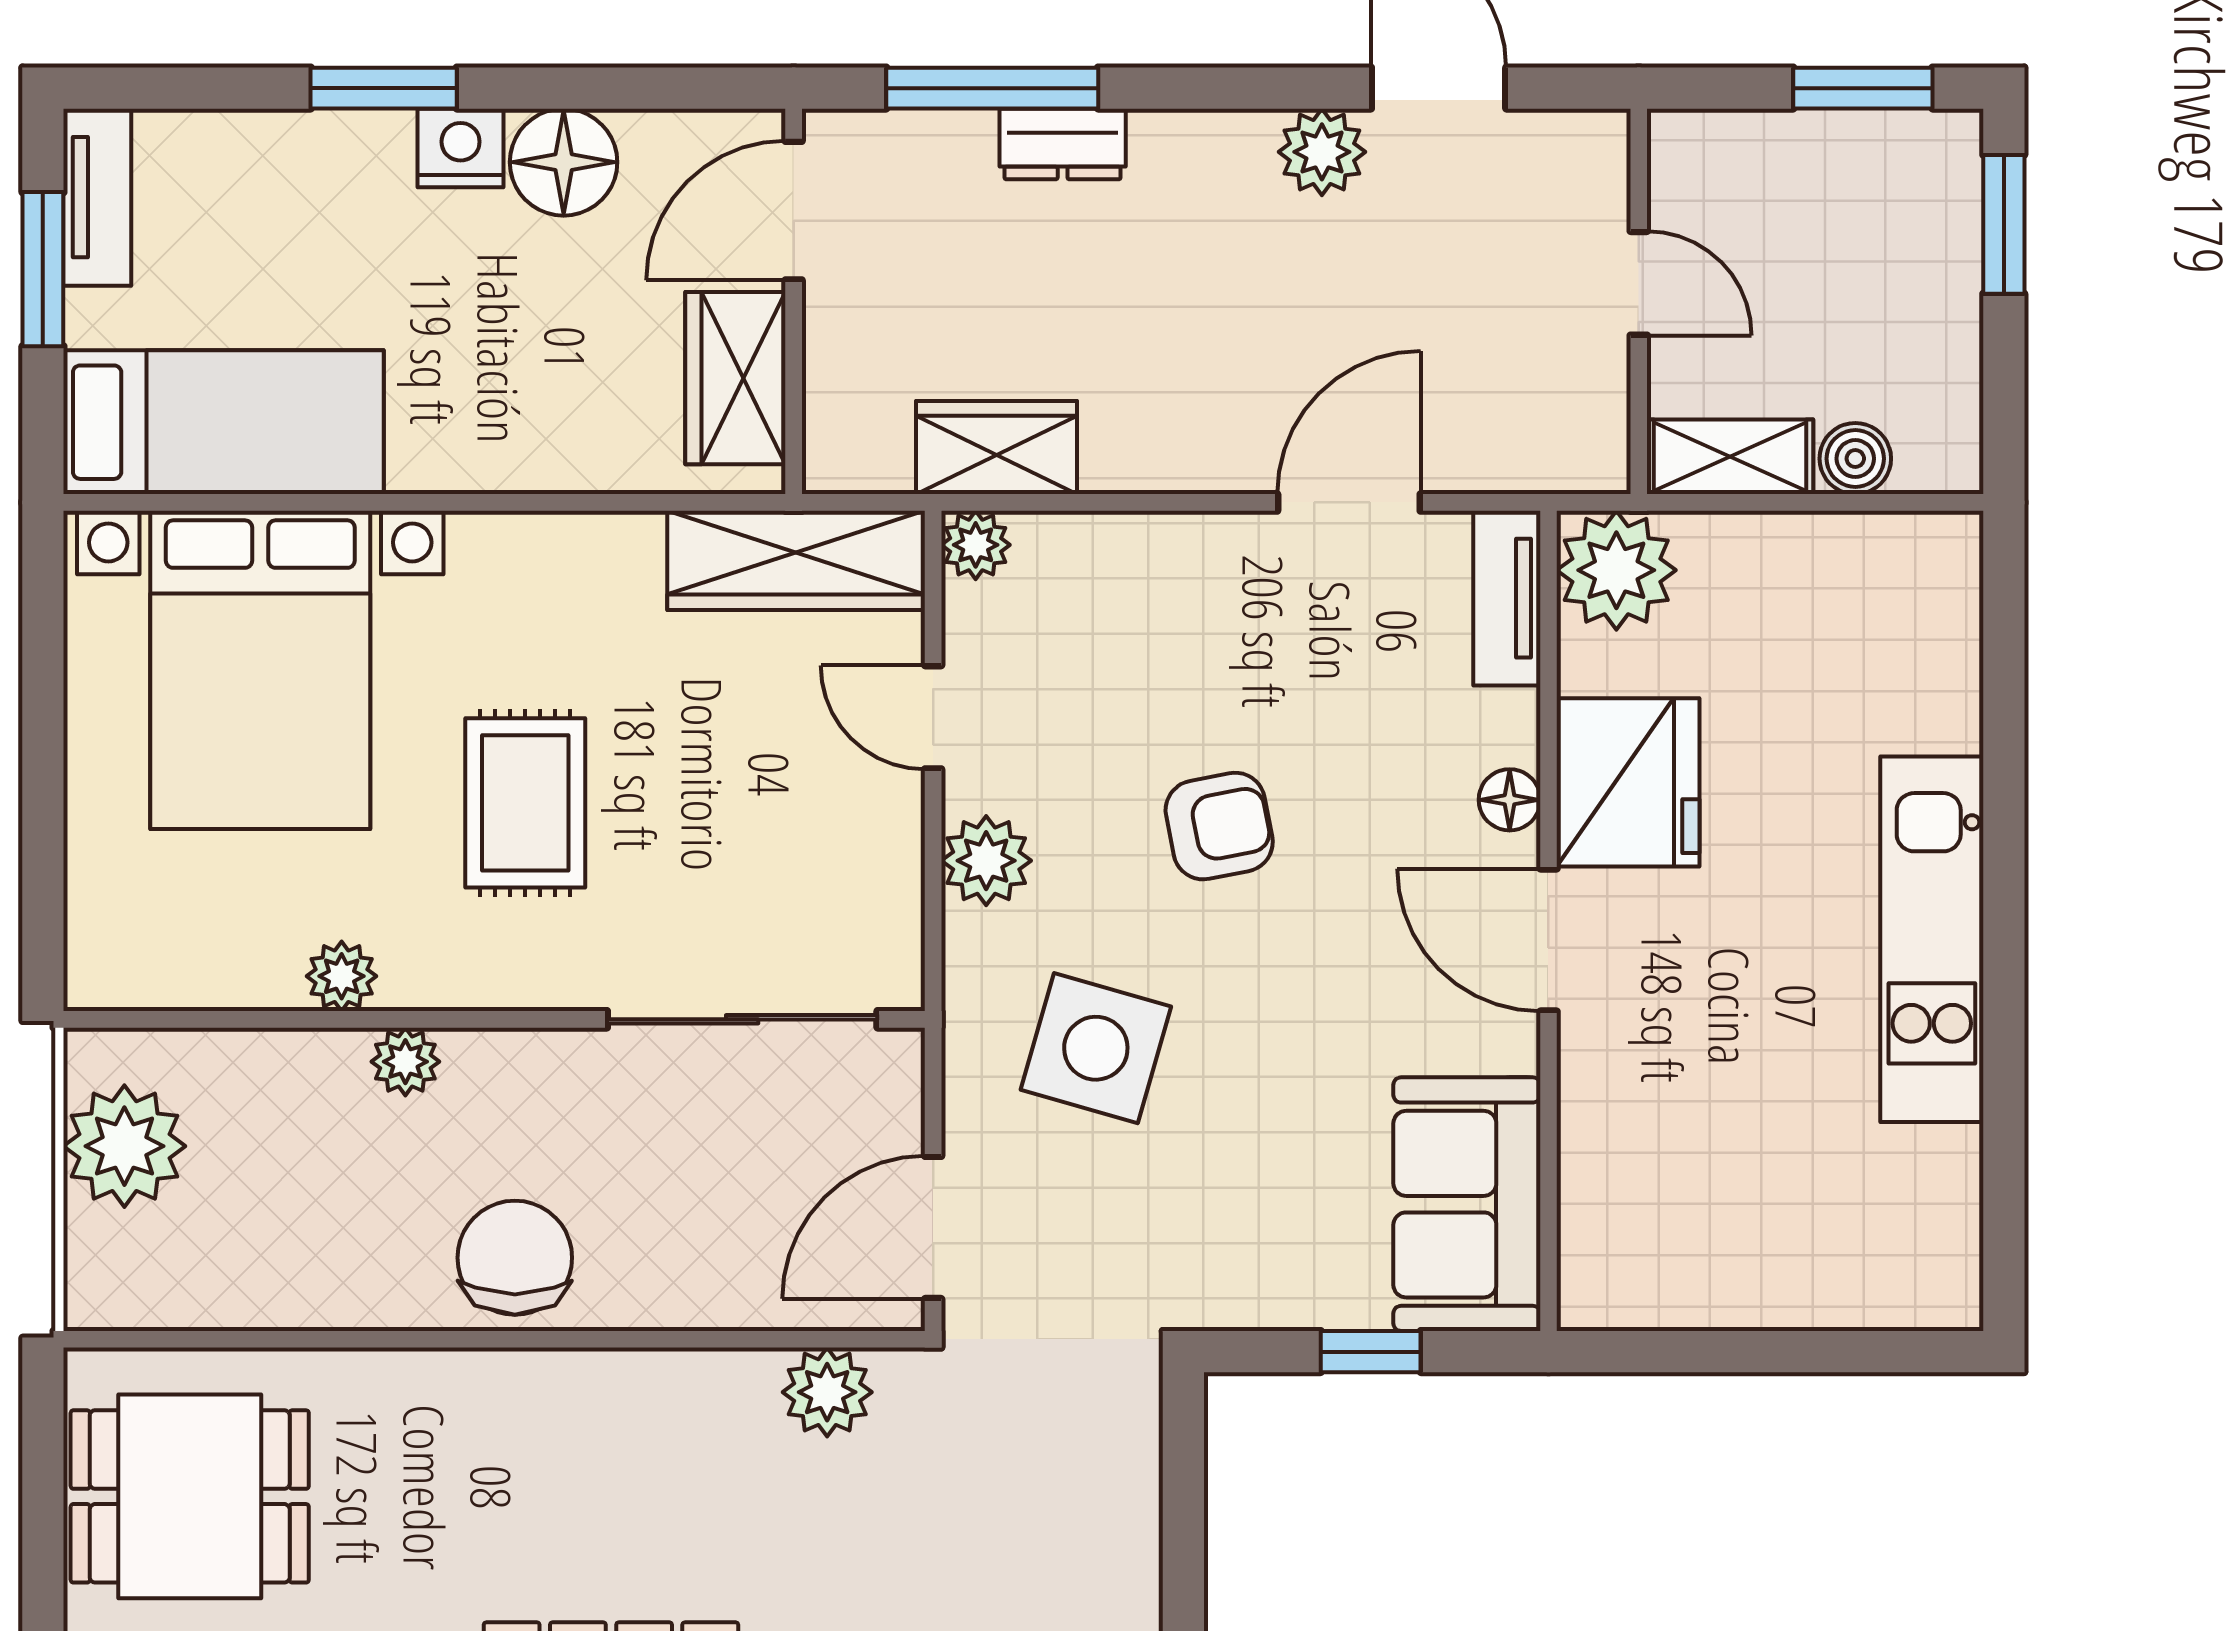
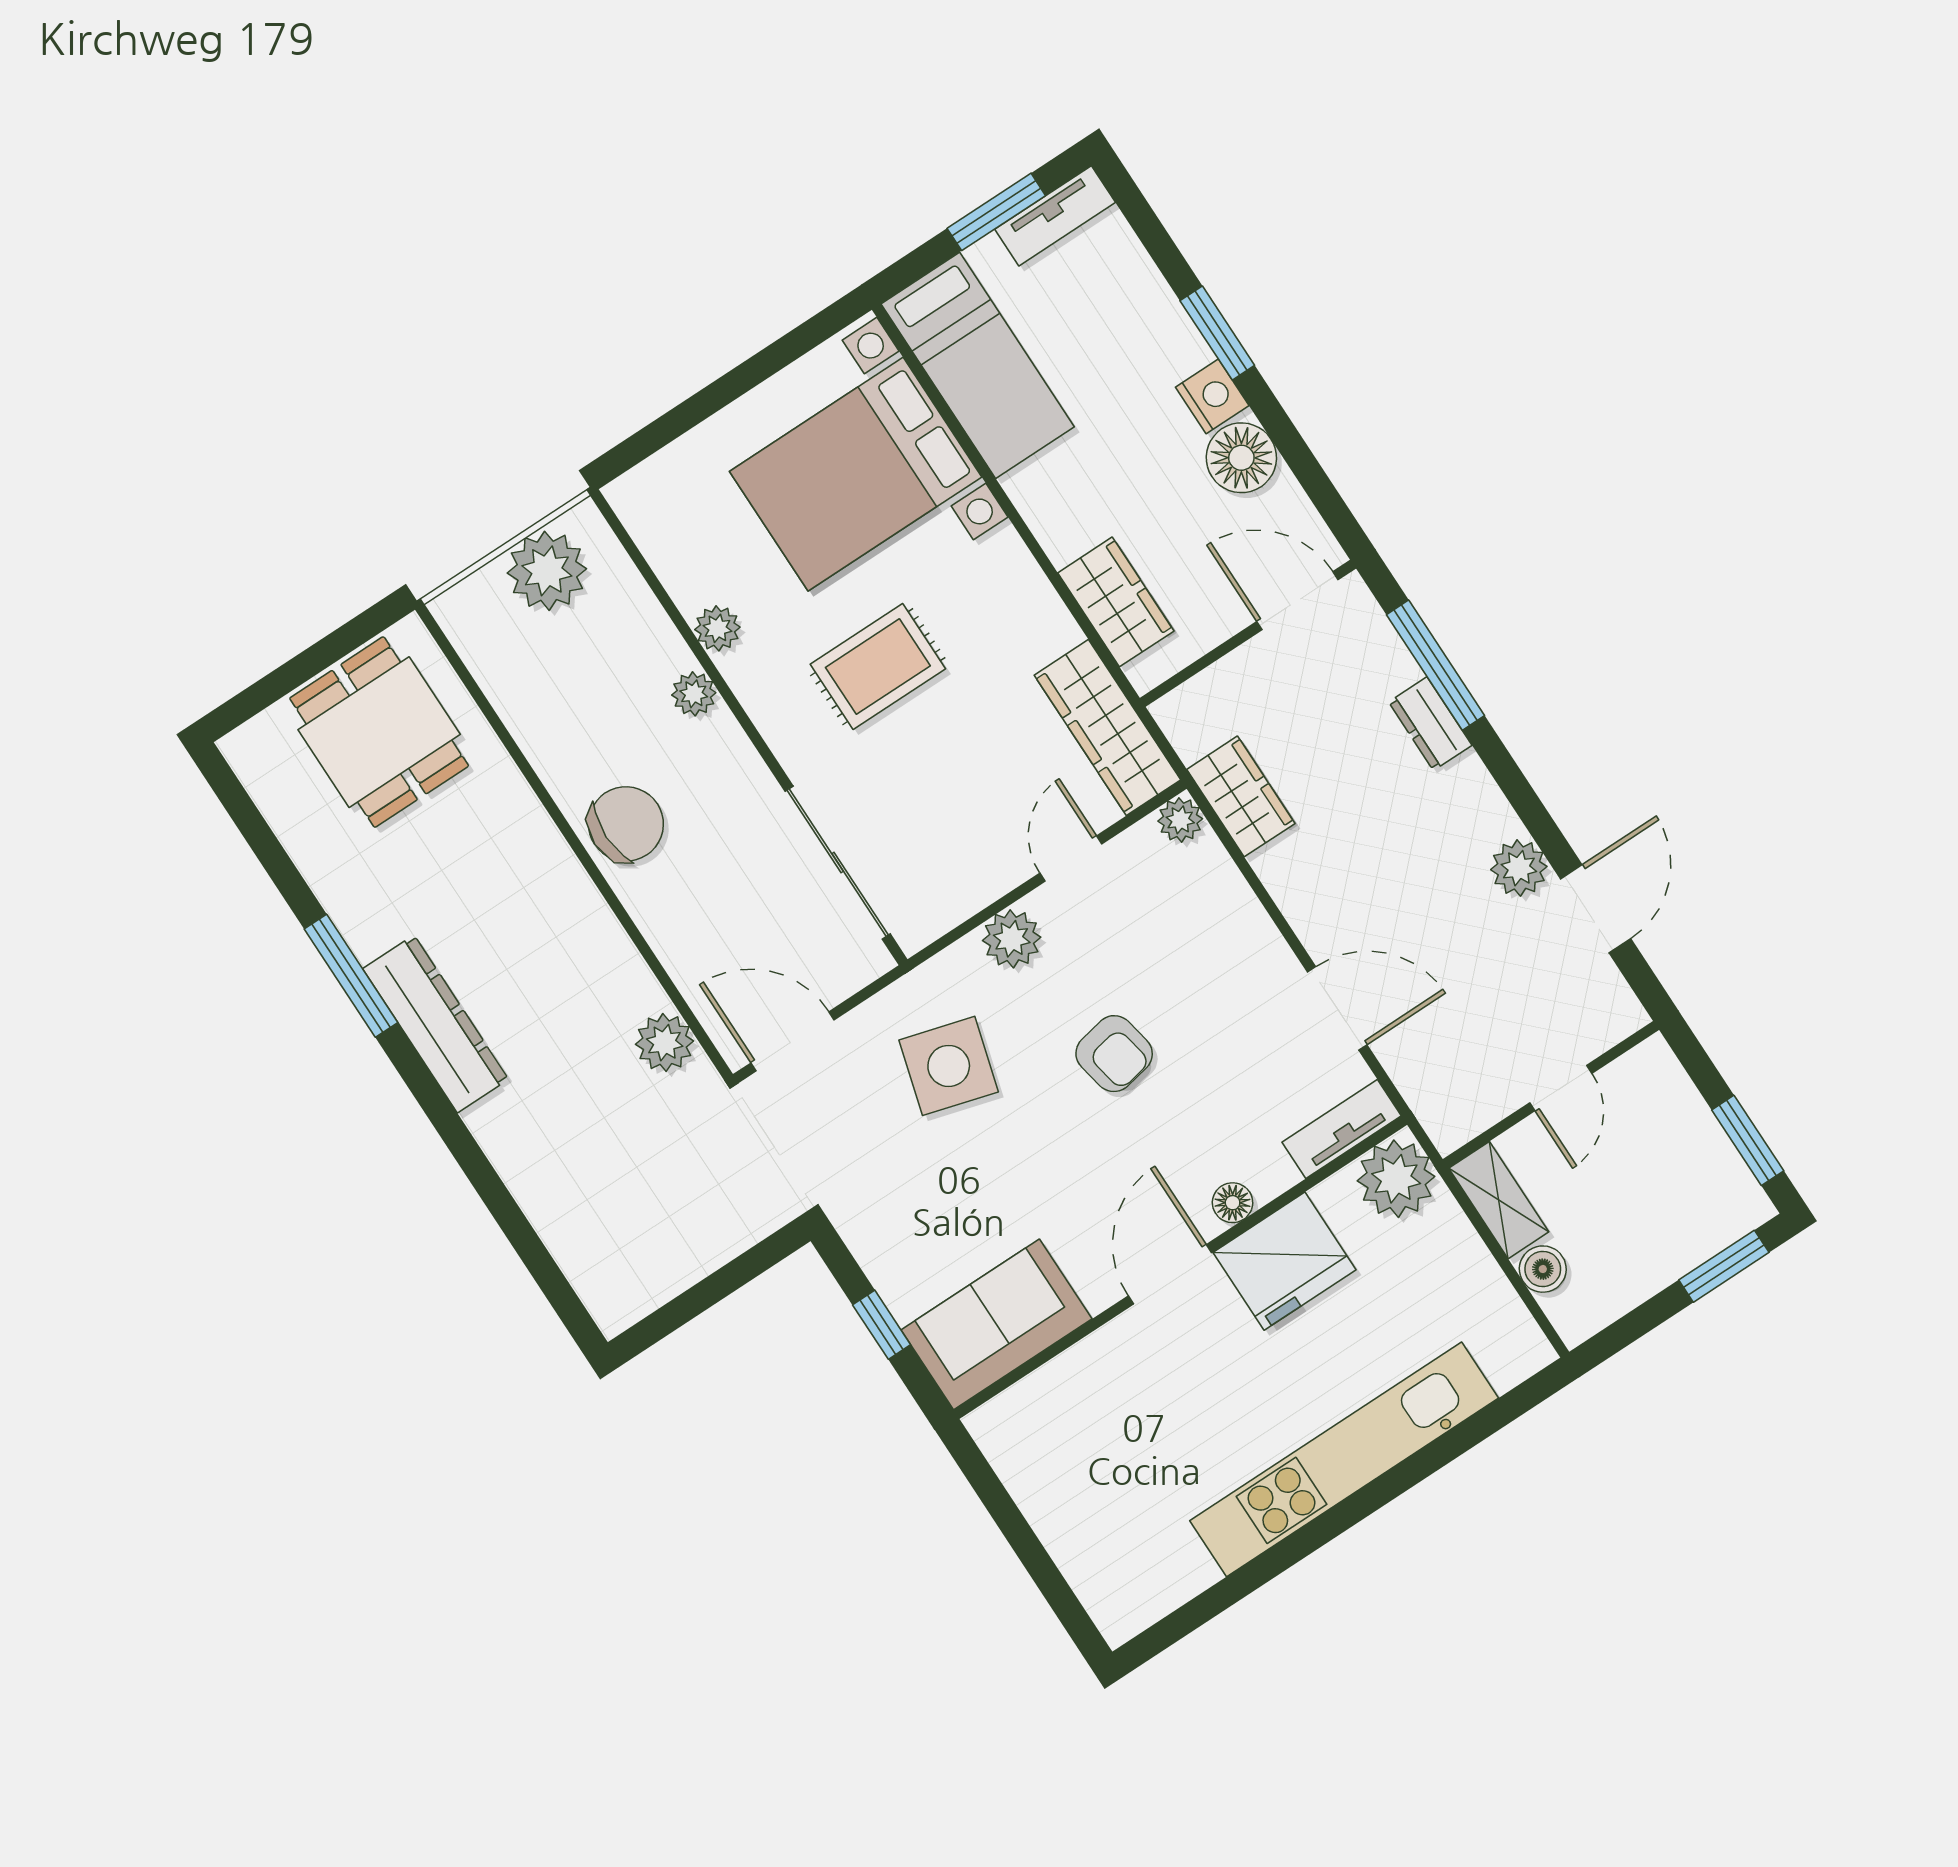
wardrobe: (735, 378) -> (1116, 602), moved, turned 90
kitchen unit: (1932, 939) -> (1344, 1459), width x1.36

